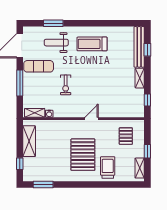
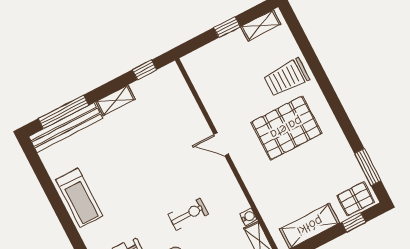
treadmill: (92, 44) -> (79, 198), moved
window: (147, 50) -> (63, 112), width x2.17
pallet: (126, 136) -> (356, 199), moved

